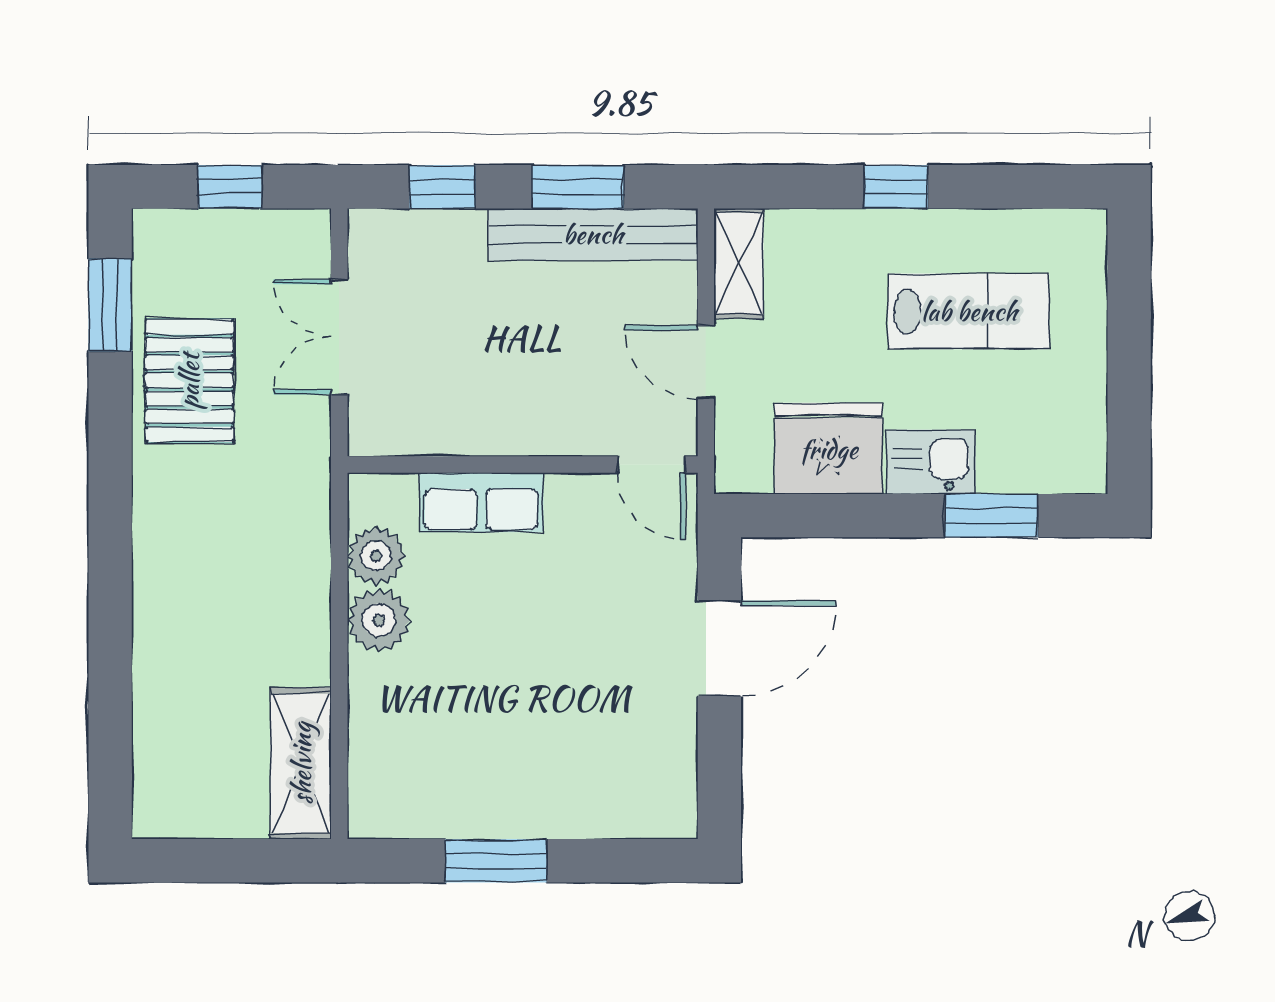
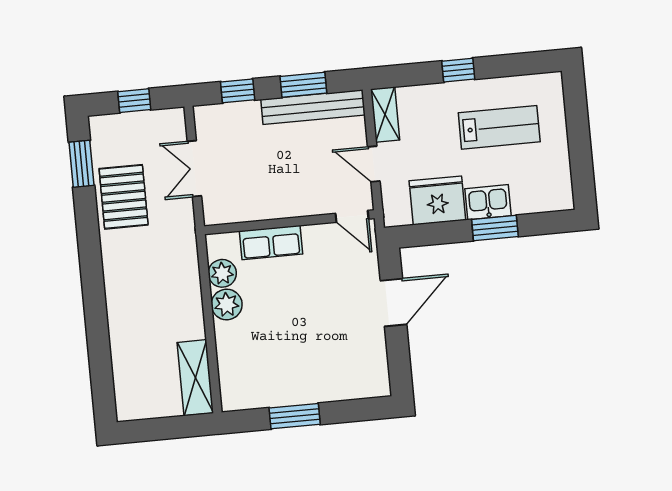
window: (991, 516) -> (495, 228), moved

